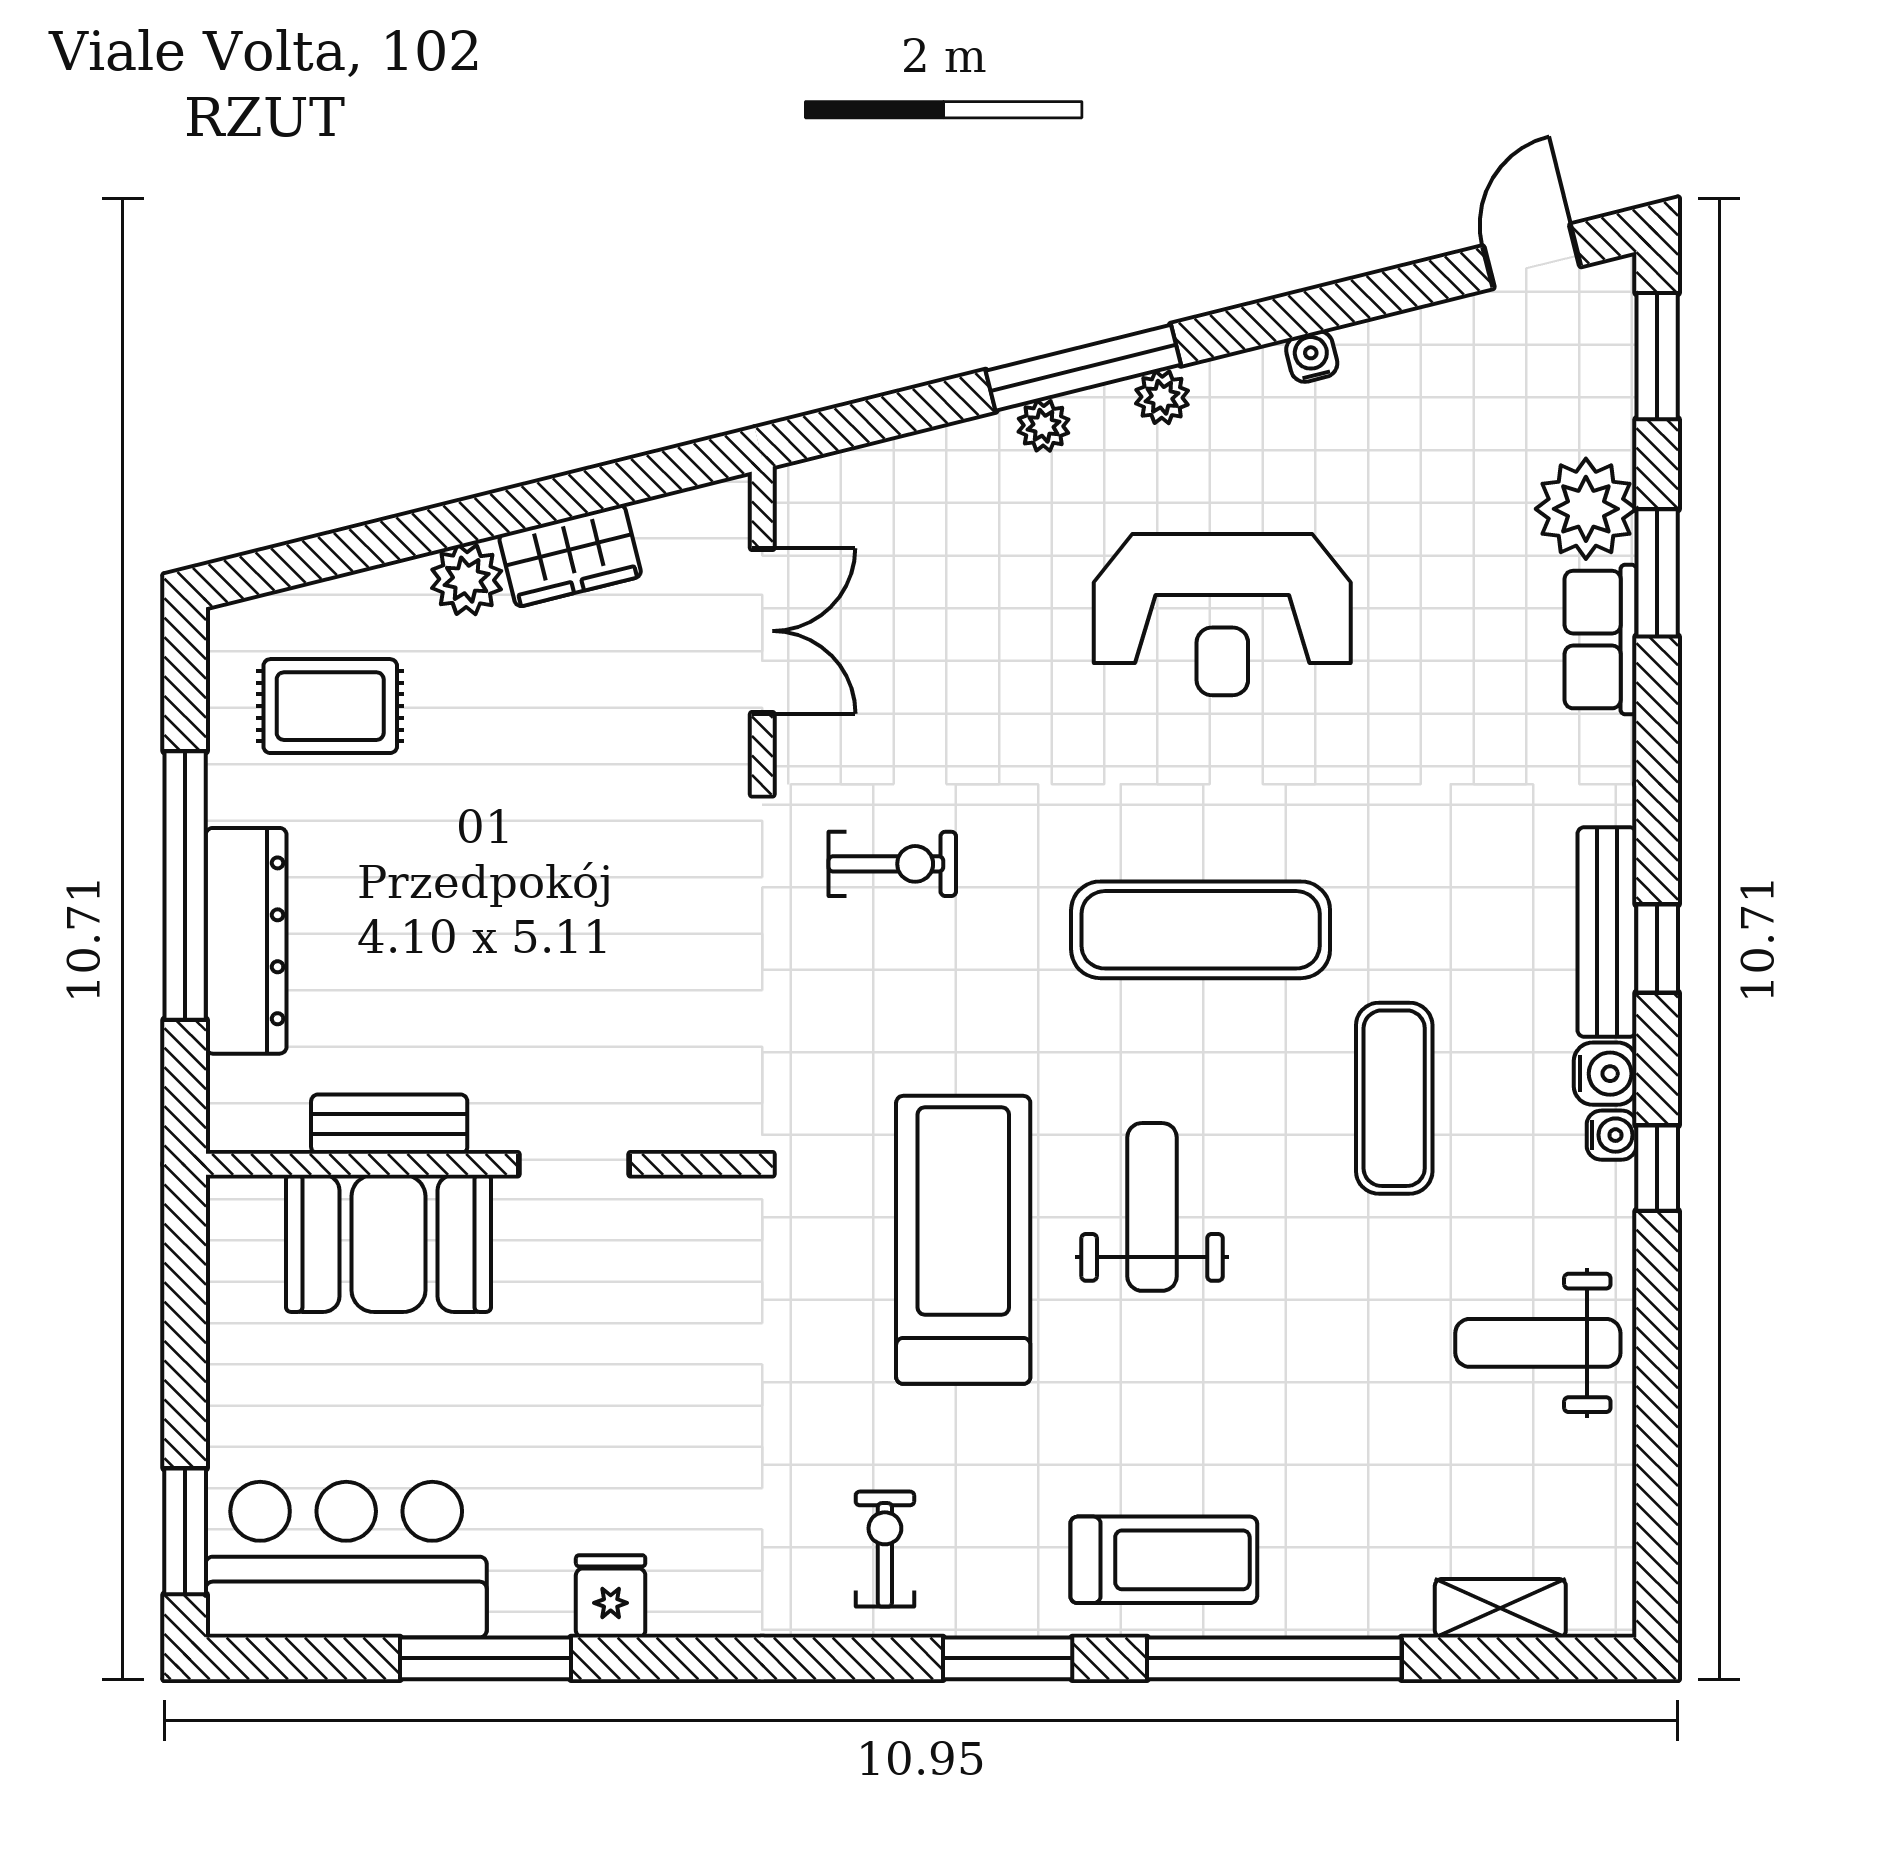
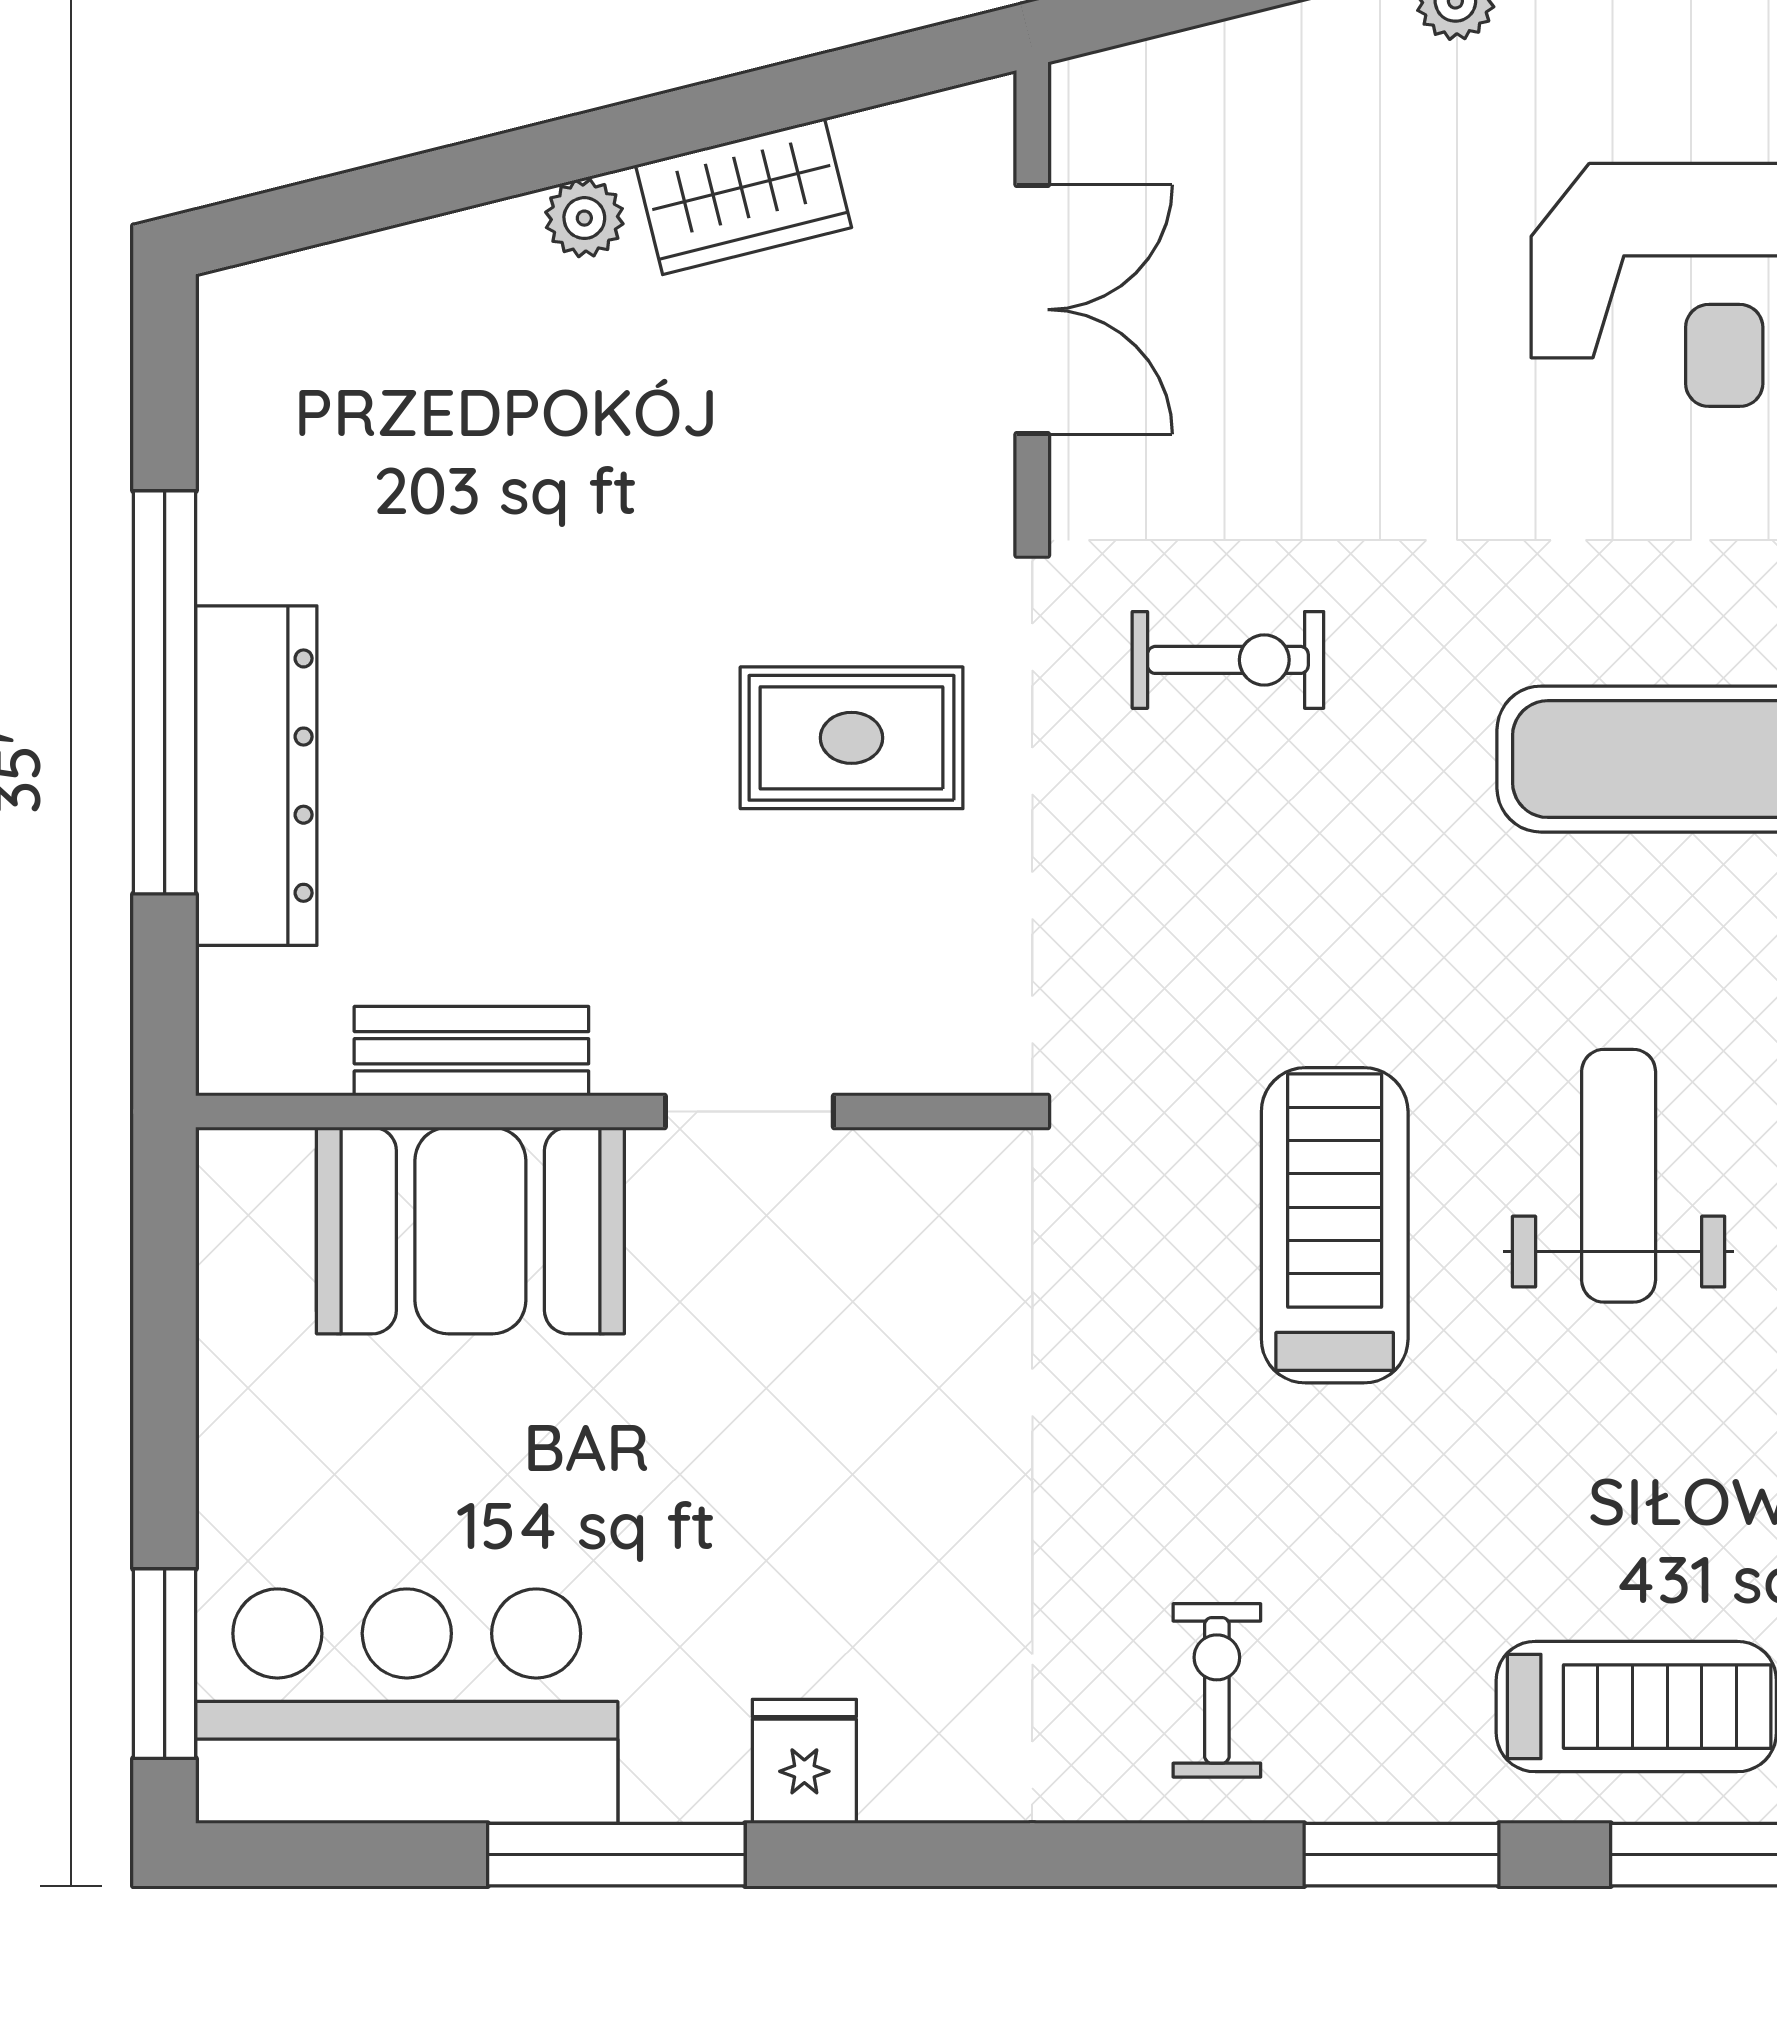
plant: (467, 580) -> (584, 218), width x0.73, depth x0.73
rug: (330, 706) -> (852, 738), moved
treadmill: (963, 1240) -> (1335, 1225), width x0.73, depth x0.73

